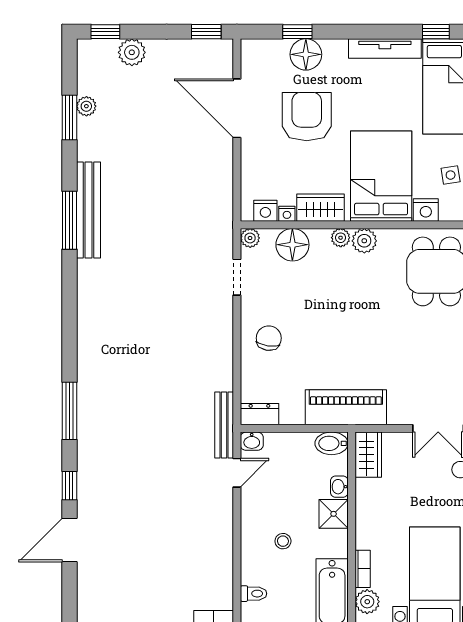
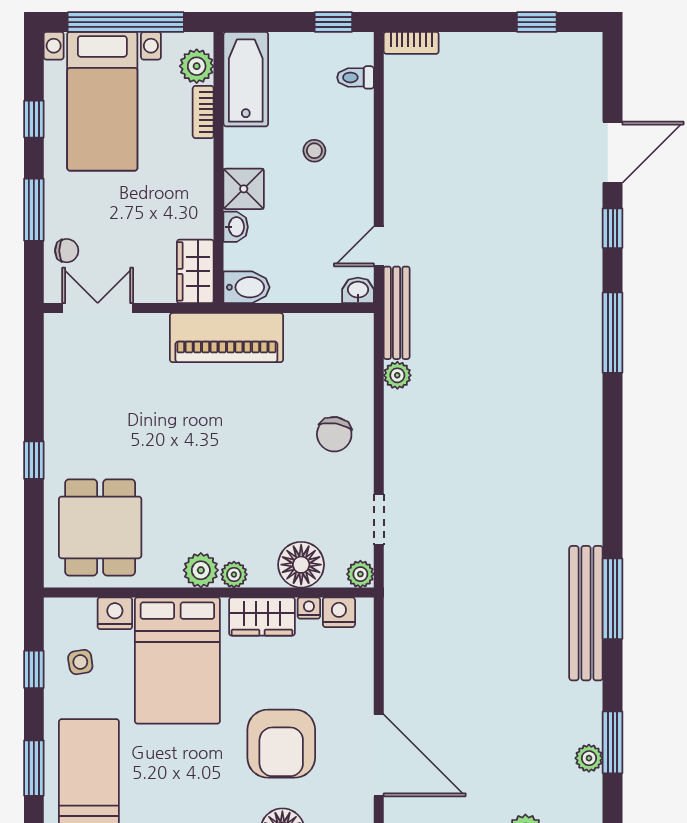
plant: (224, 380) -> (397, 375), added
dresser: (259, 414) -> (347, 328), removed

